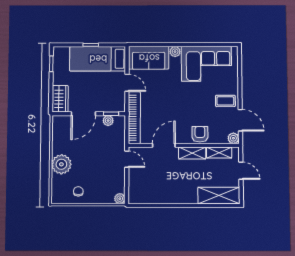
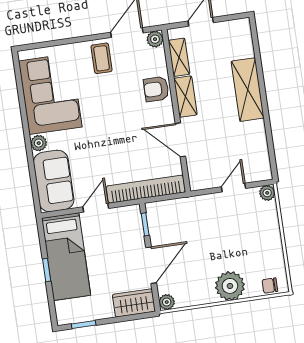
door: (83, 114) -> (151, 265), hinge flipped
plant: (108, 121) -> (167, 302), moved
door: (127, 159) -> (234, 188), moved
chair: (78, 191) -> (270, 286), moved
shelving: (219, 196) -> (248, 90), moved

